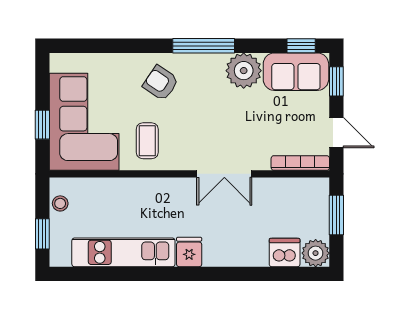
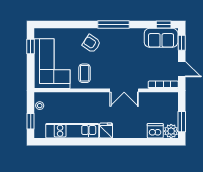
plant: (244, 71) -> (134, 37), removed
window: (42, 125) -> (31, 46), moved
window: (336, 215) -> (182, 122), moved

